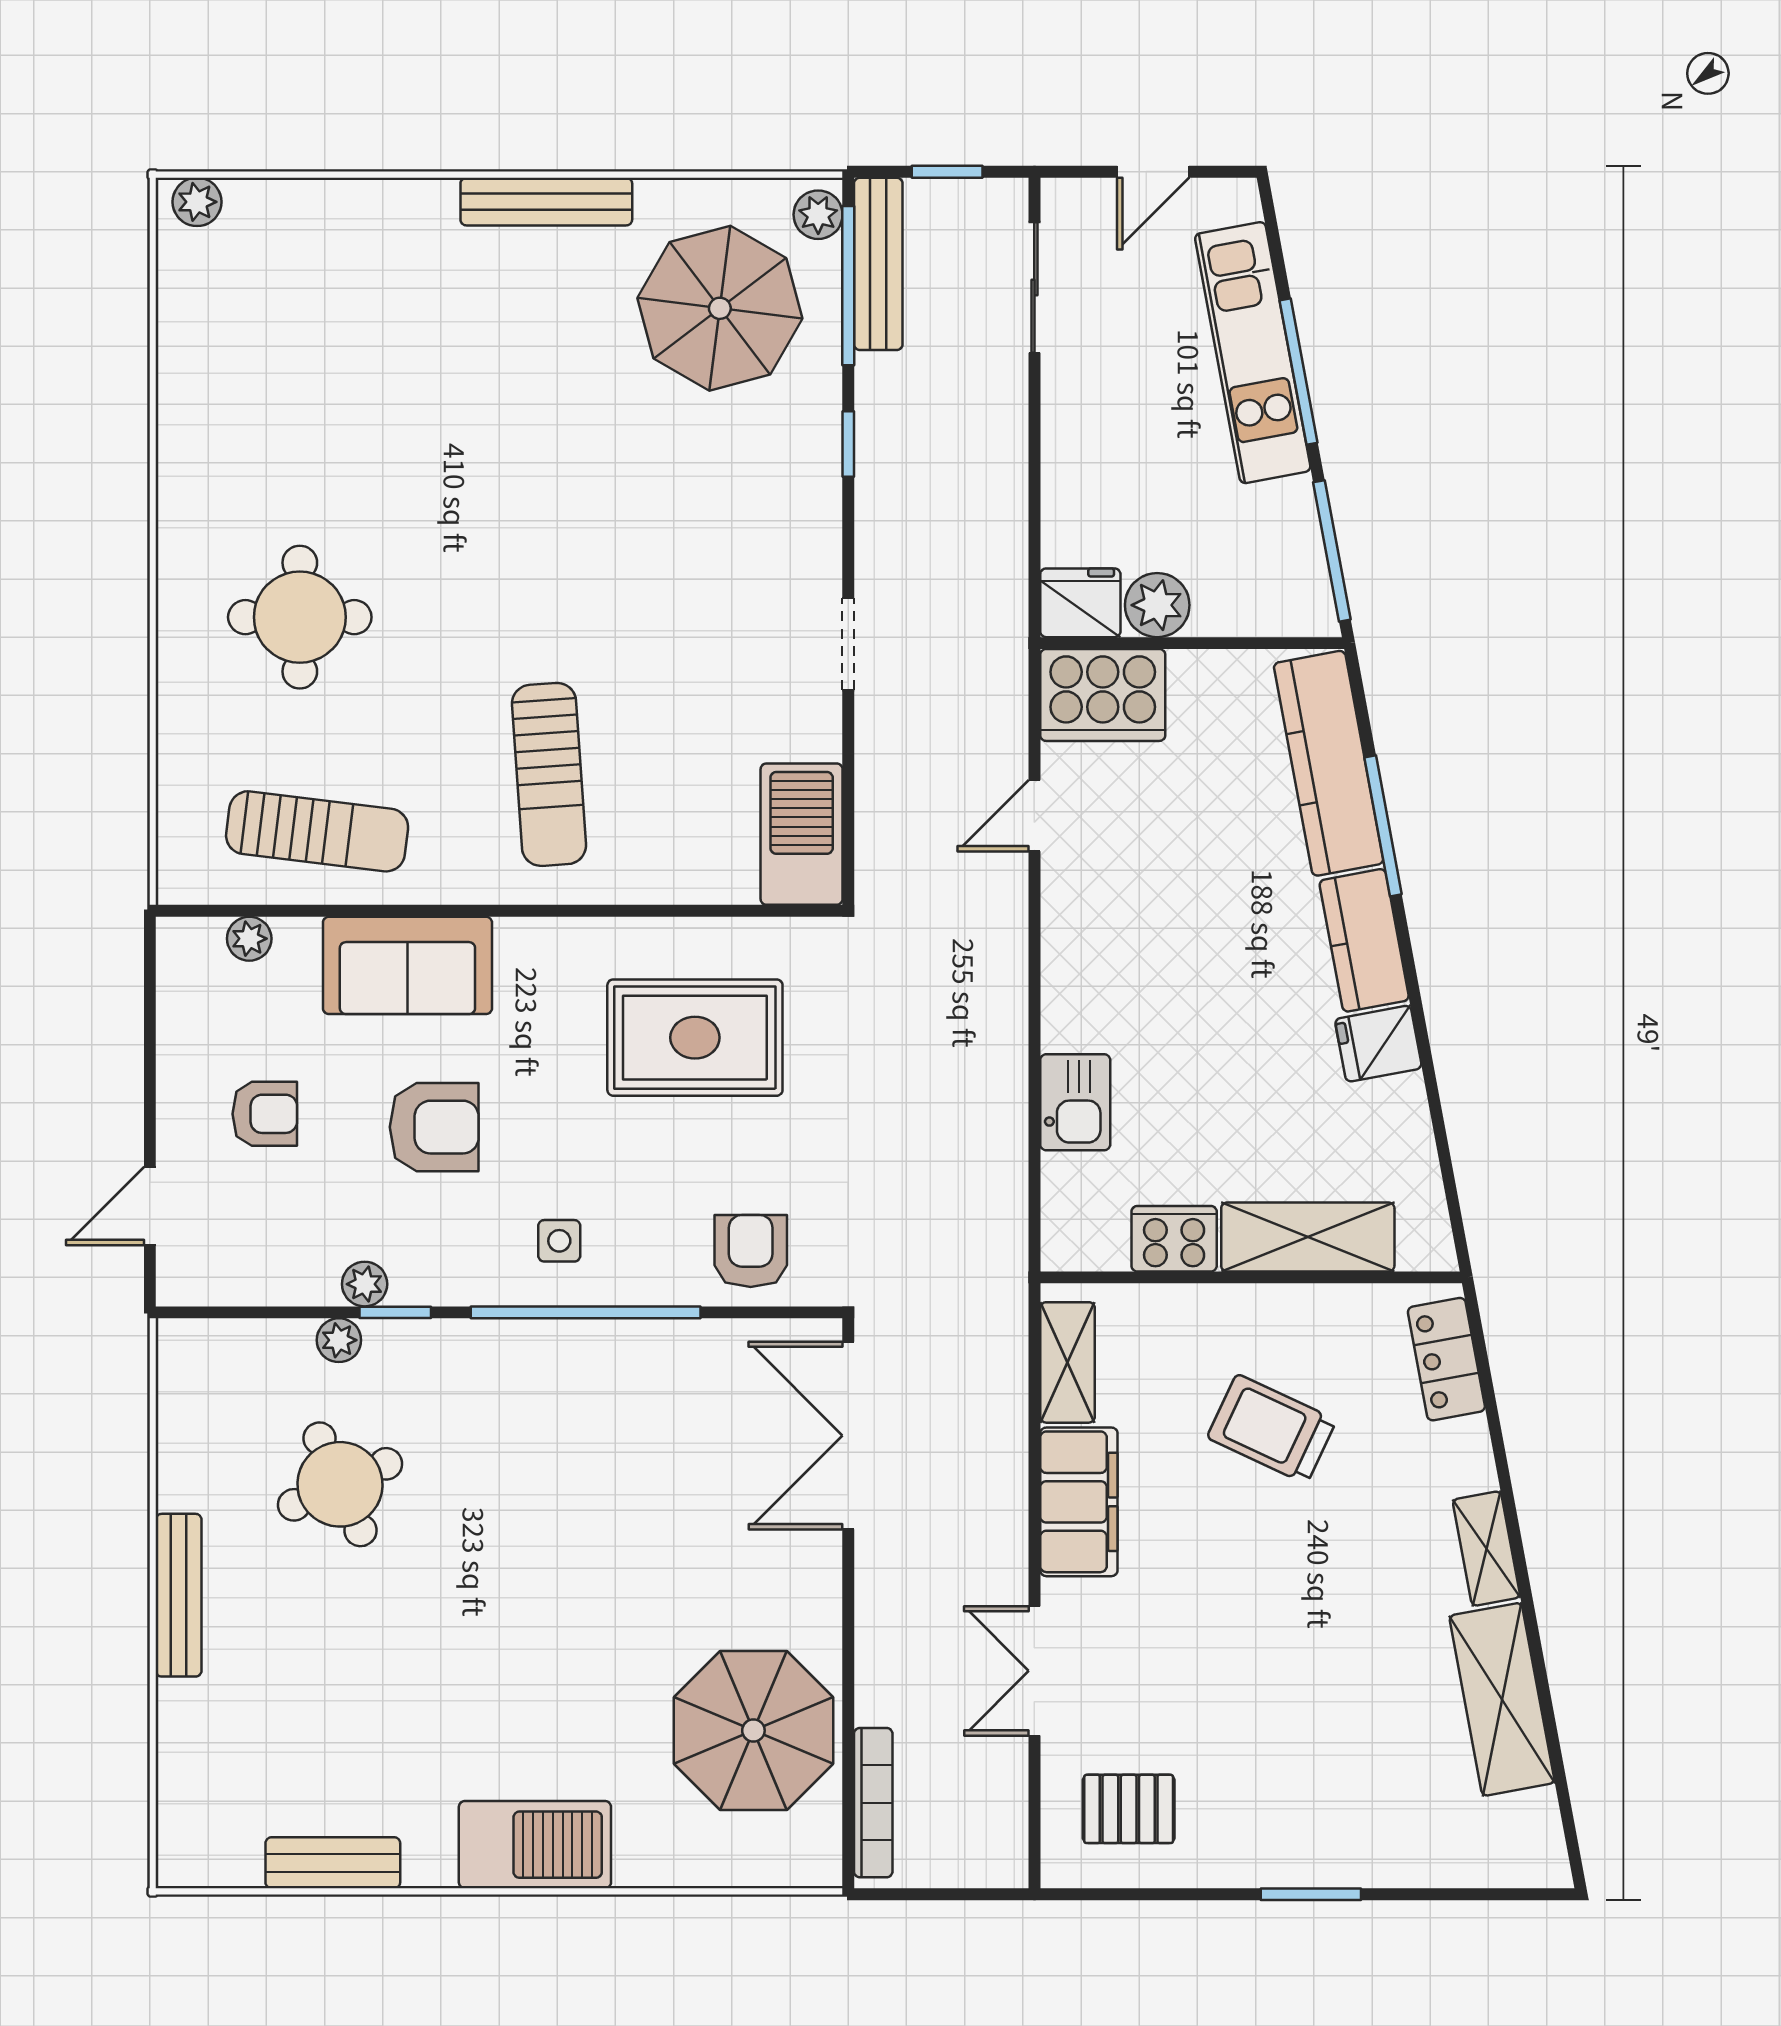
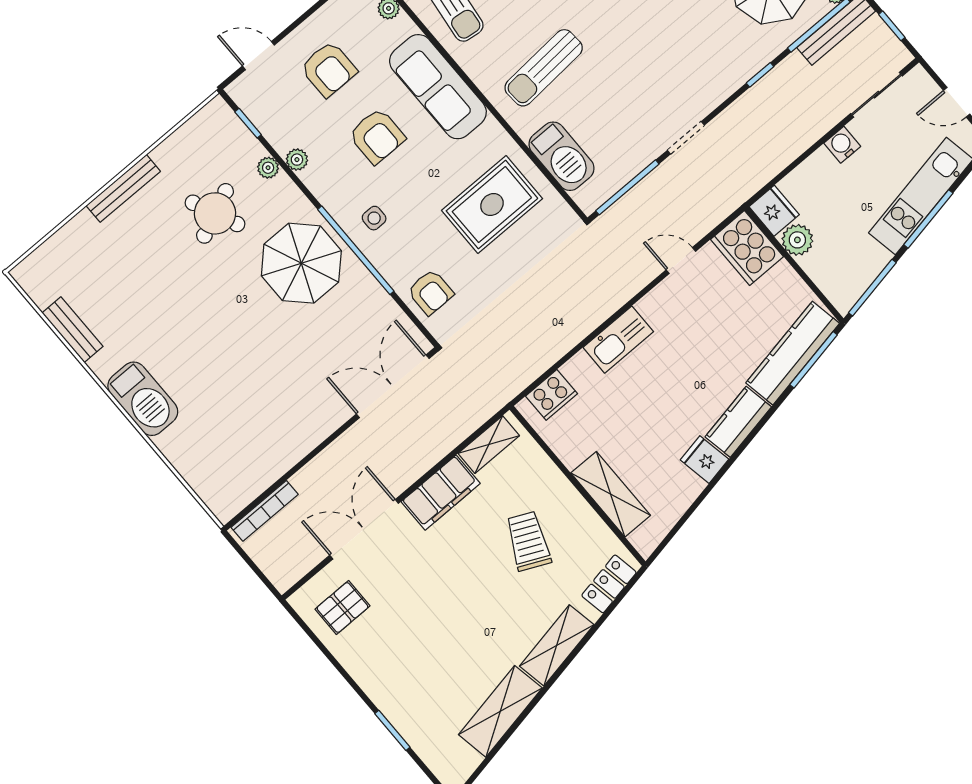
water cooler: (1067, 408) -> (842, 145), added
window: (848, 802) -> (627, 187), added
window: (1383, 826) -> (814, 360), moved
barbecue: (802, 834) -> (562, 156), moved, turned 90
sofa: (407, 965) -> (438, 87), width x1.36
rug: (695, 1038) -> (492, 205), turned 90
kitchen sink: (1075, 1102) -> (618, 340), moved, width x1.38
armchair: (265, 1114) -> (329, 69), width x1.38, depth x1.38
cooker: (1174, 1239) -> (552, 395), moved, turned 90
armchair: (751, 1251) -> (430, 292), turned 90
window: (395, 1312) -> (248, 123), moved
shelving: (1486, 1549) -> (557, 645), width x1.50, depth x1.33
double door: (1034, 1671) -> (364, 529), width x1.37
parasol: (753, 1731) -> (301, 263), moved
pallet: (1129, 1809) -> (342, 607), turned 90
window: (1311, 1894) -> (392, 730), moved

